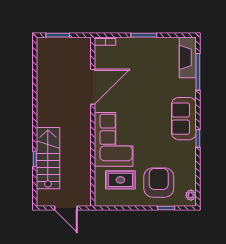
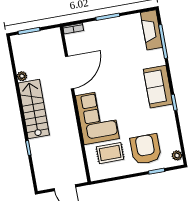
plant: (42, 82) -> (22, 76), added
stairs: (48, 158) -> (34, 109), moved

